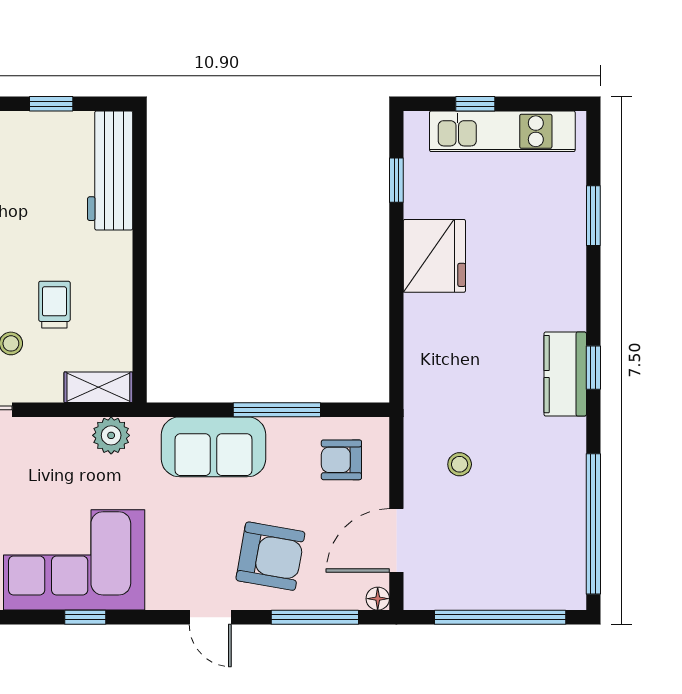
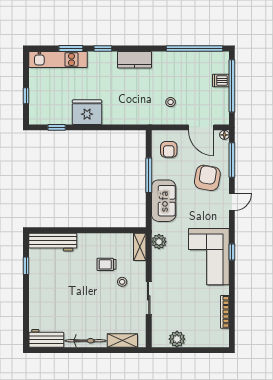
kitchen unit: (502, 131) -> (58, 59), moved, turned 90
window: (593, 368) -> (103, 48), moved
dishwasher: (513, 590) -> (221, 81), added

